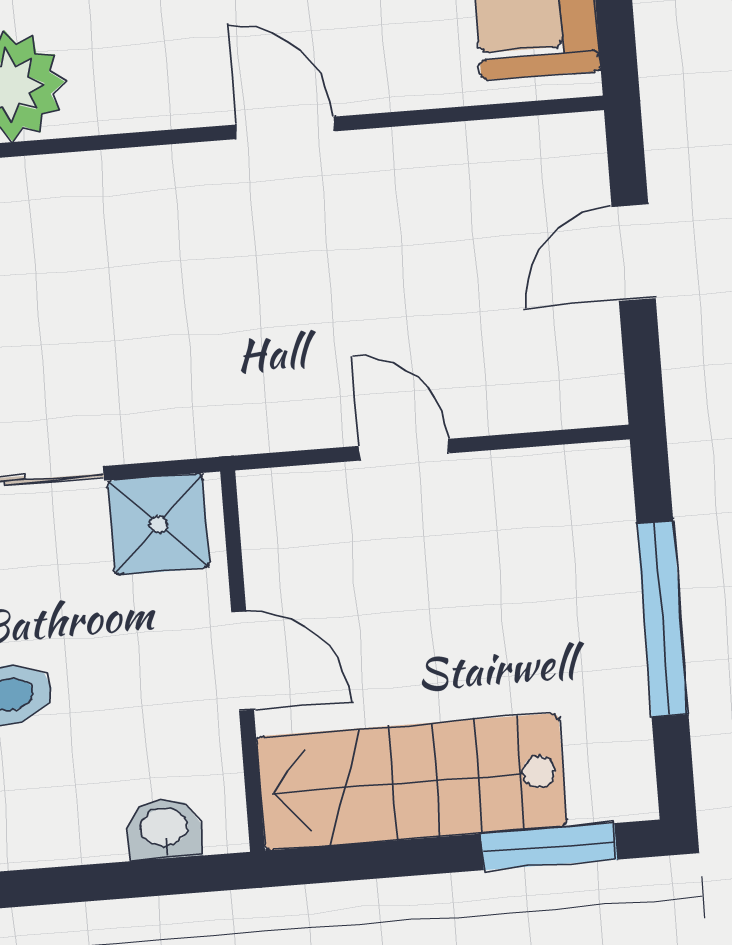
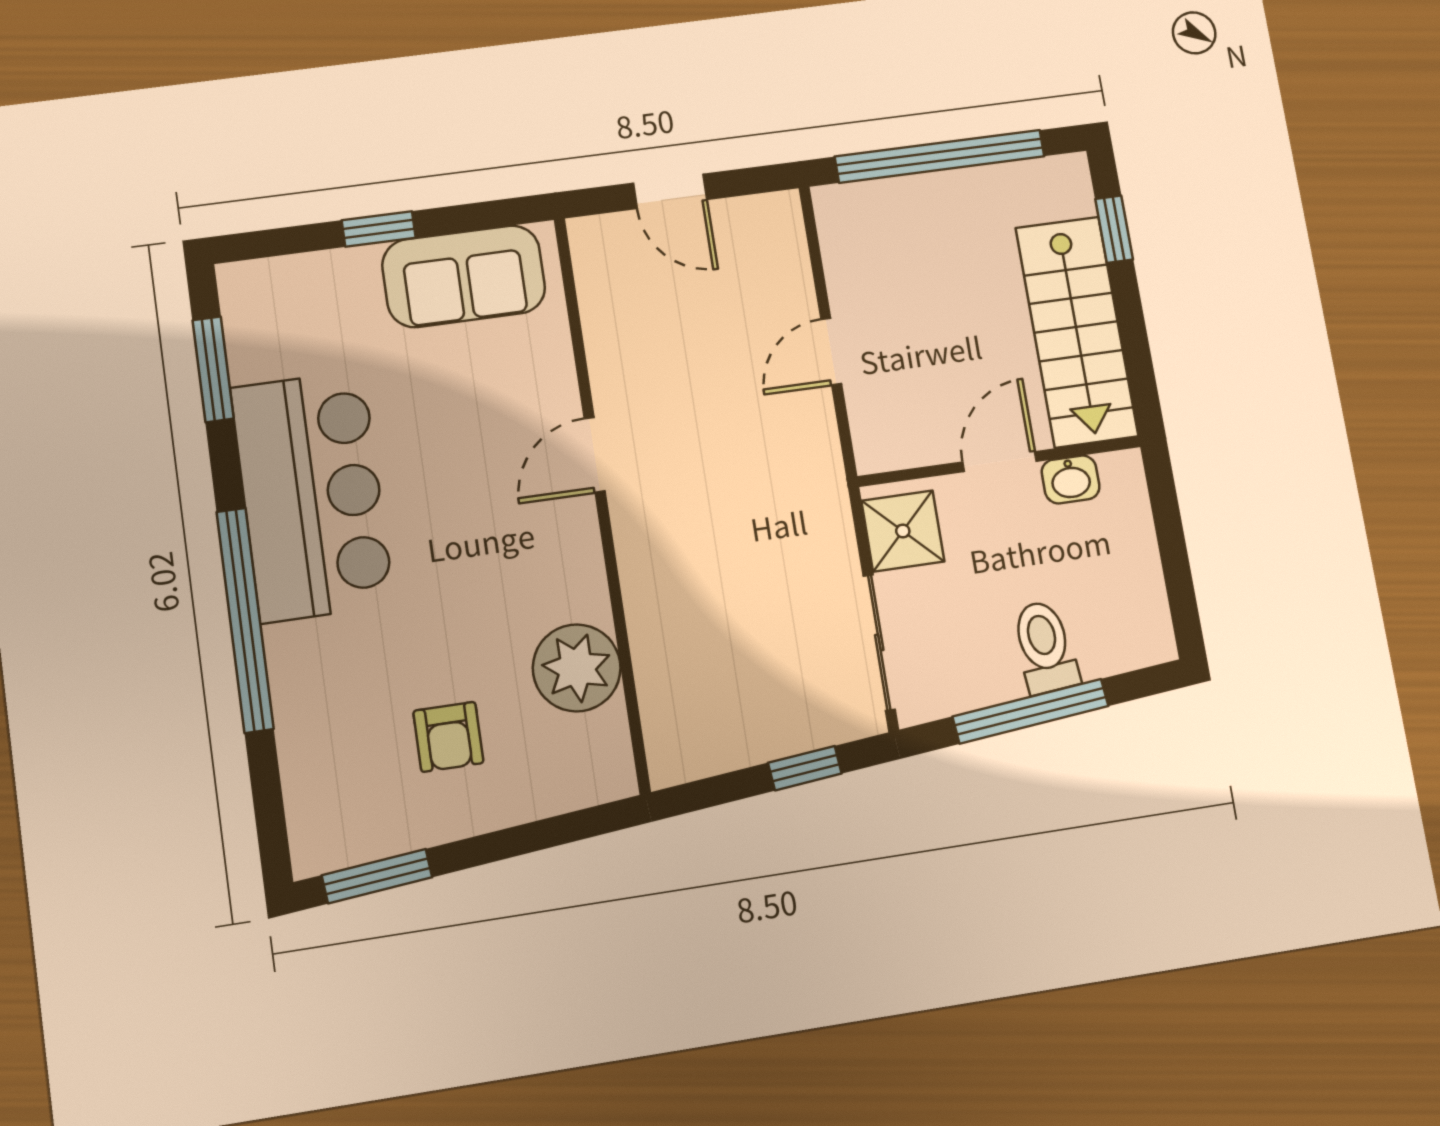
window: (662, 619) -> (940, 156), width x1.46
washbasin: (164, 829) -> (1071, 479), moved, turned -90
window: (549, 847) -> (1114, 229), width x0.67

